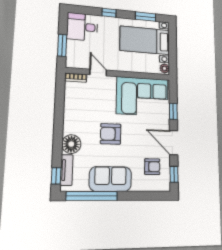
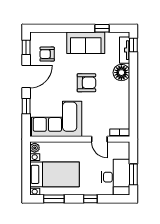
desk: (82, 27) -> (116, 177), width x1.37
window: (62, 45) -> (133, 174), moved
door: (174, 143) -> (26, 77), hinge flipped
window: (92, 196) -> (102, 28), width x0.32

